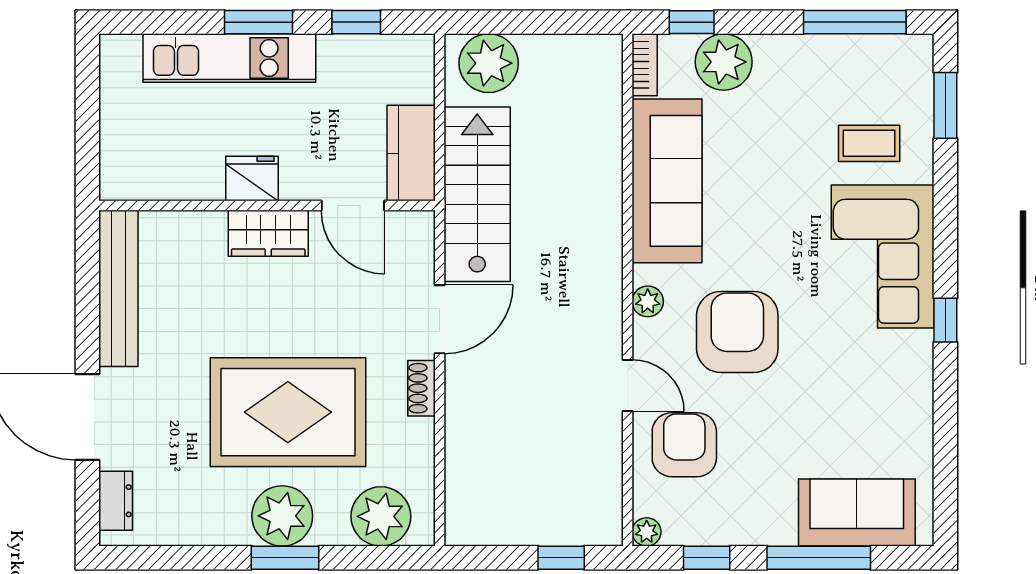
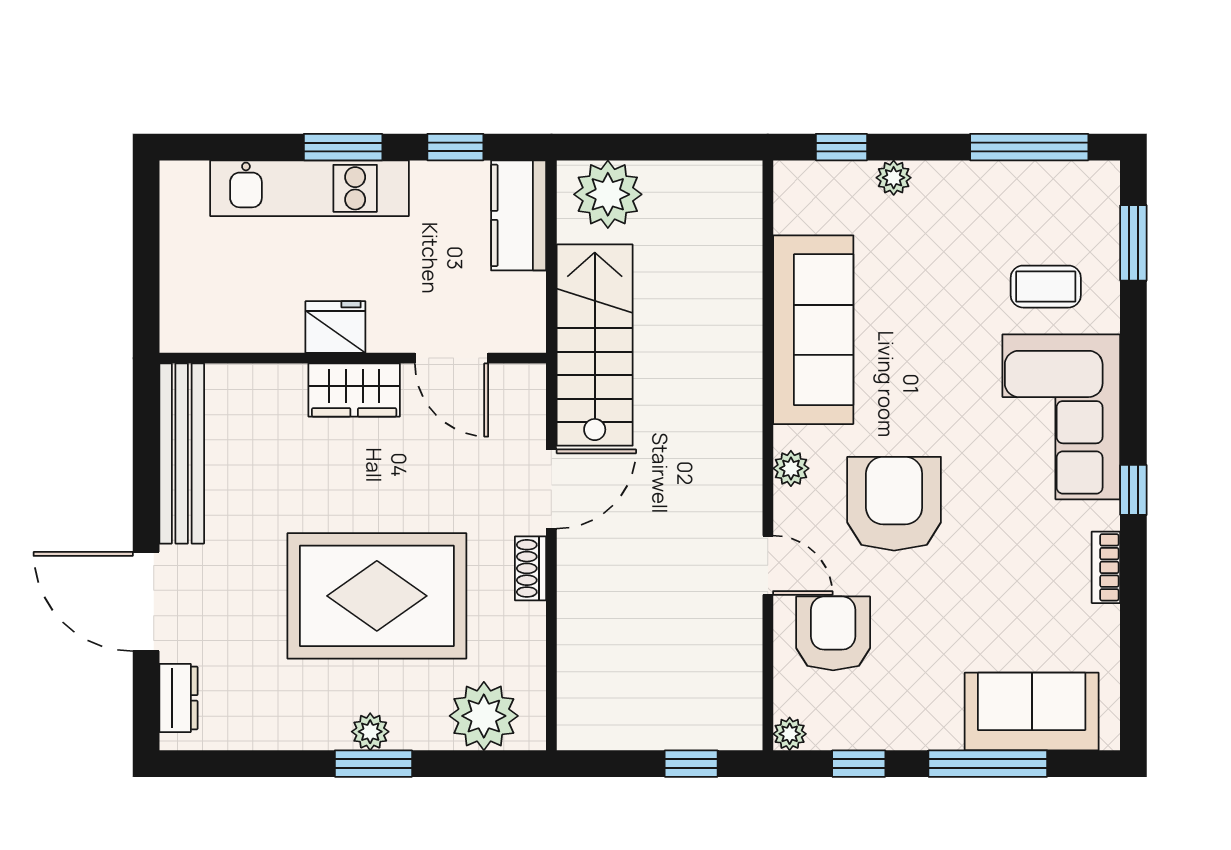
plant: (724, 62) -> (894, 178), width x0.53, depth x0.53
bookcase: (645, 65) -> (1106, 567), moved, turned 180
kitchen counter: (411, 153) -> (519, 215), moved
plant: (282, 516) -> (370, 732), width x0.53, depth x0.53

